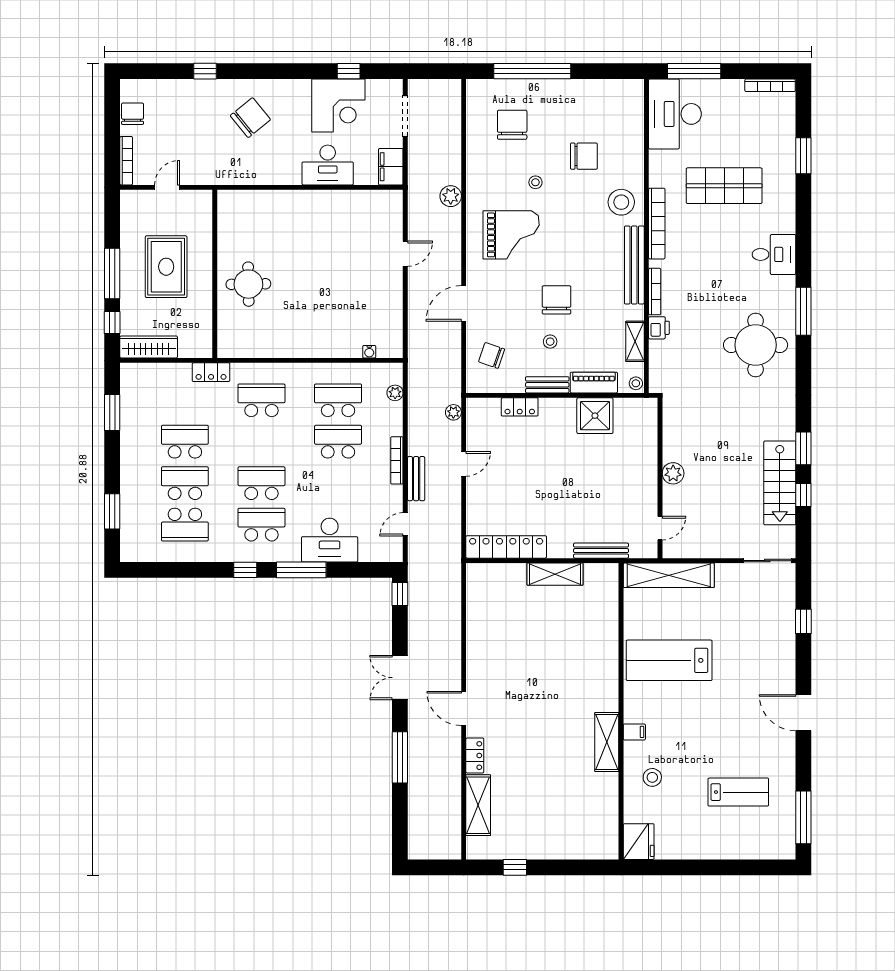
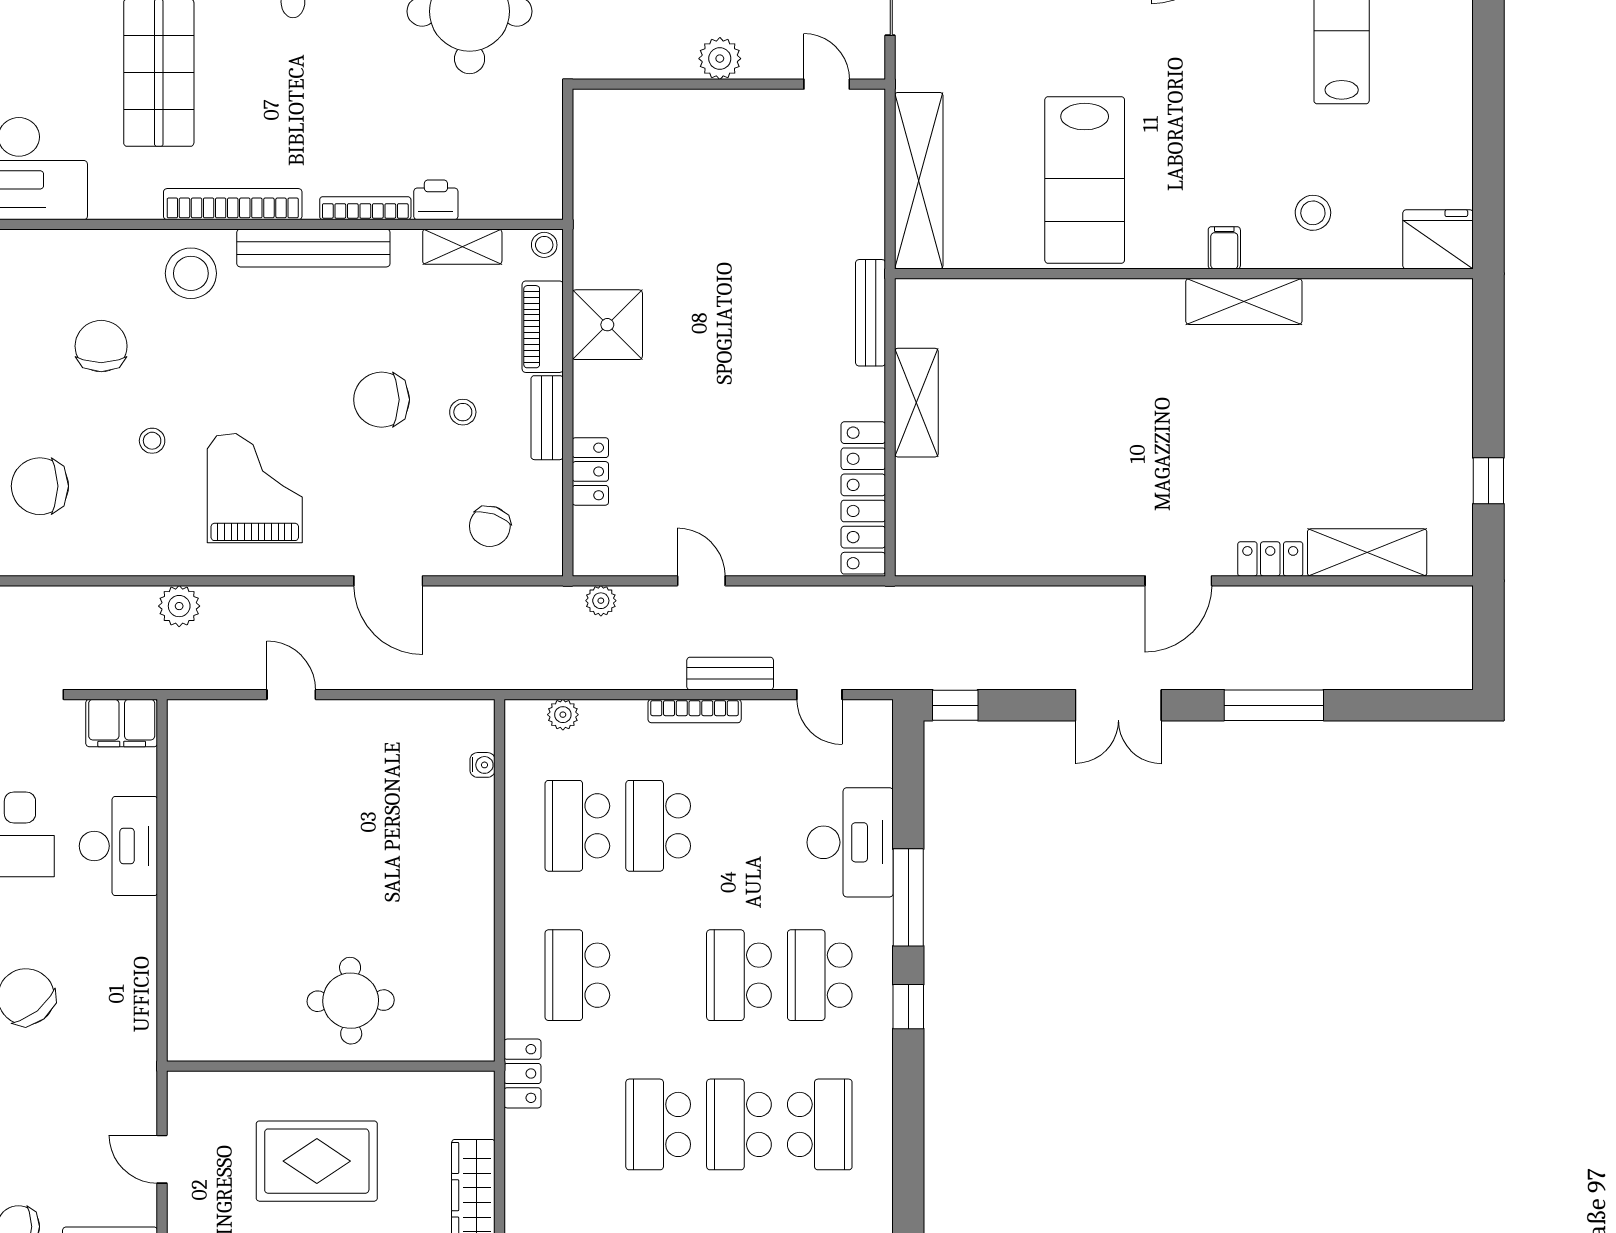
plant: (673, 473) -> (720, 59), moved
wall: (660, 478) -> (729, 84), moved
door: (660, 528) -> (827, 84), moved

